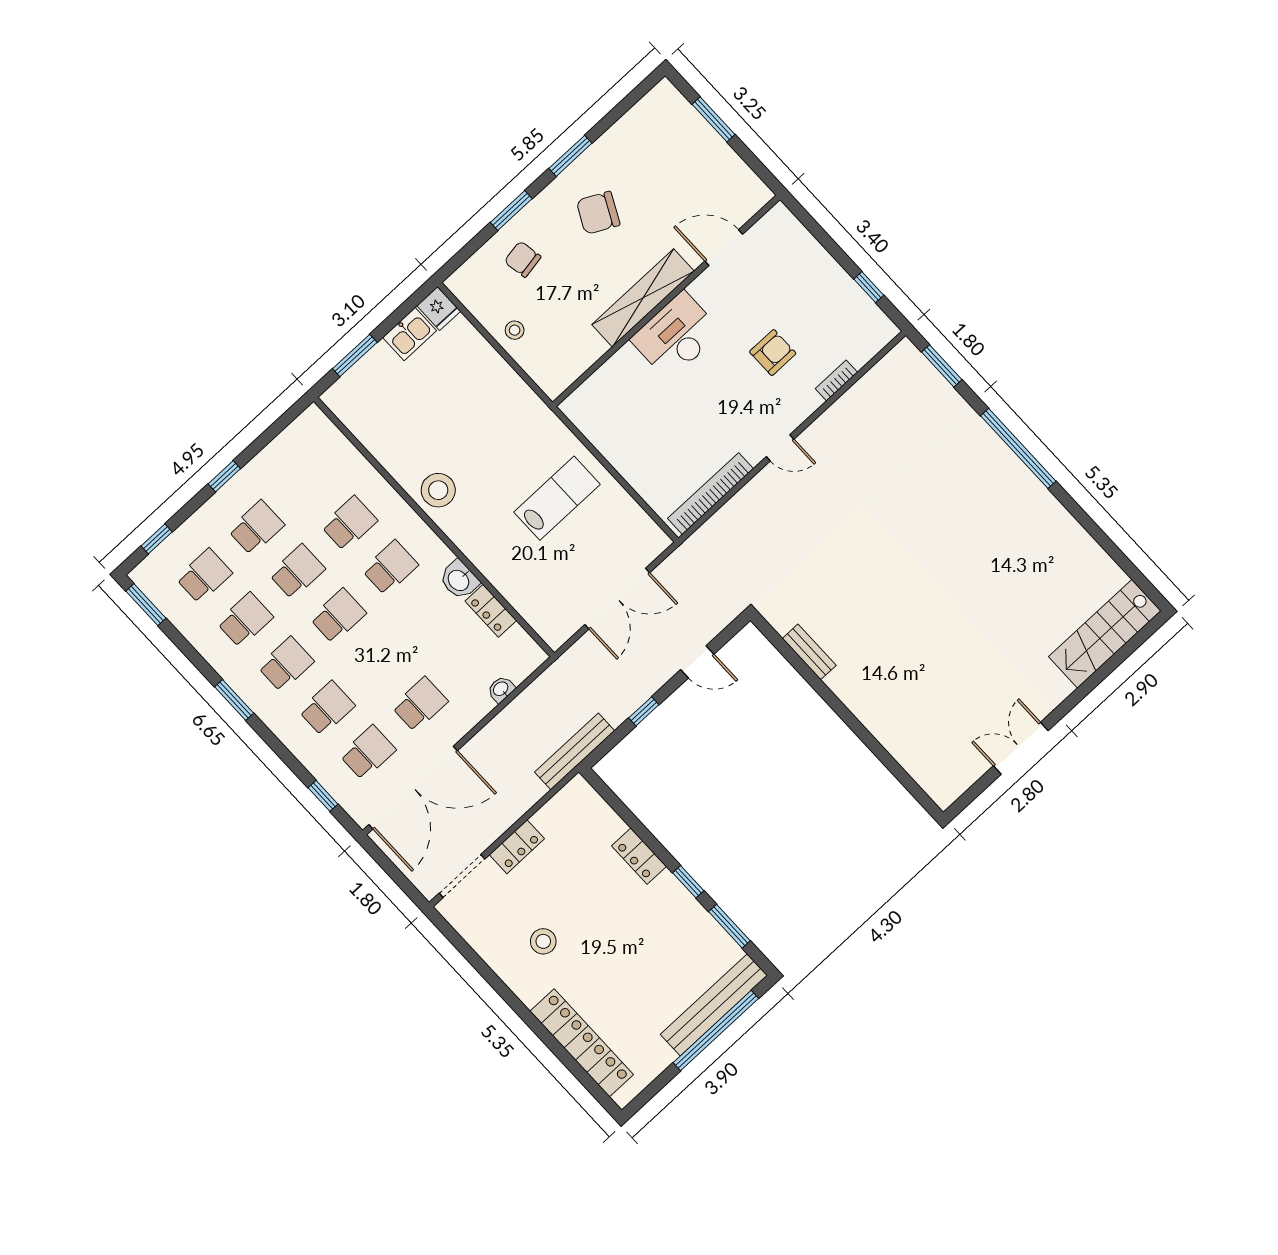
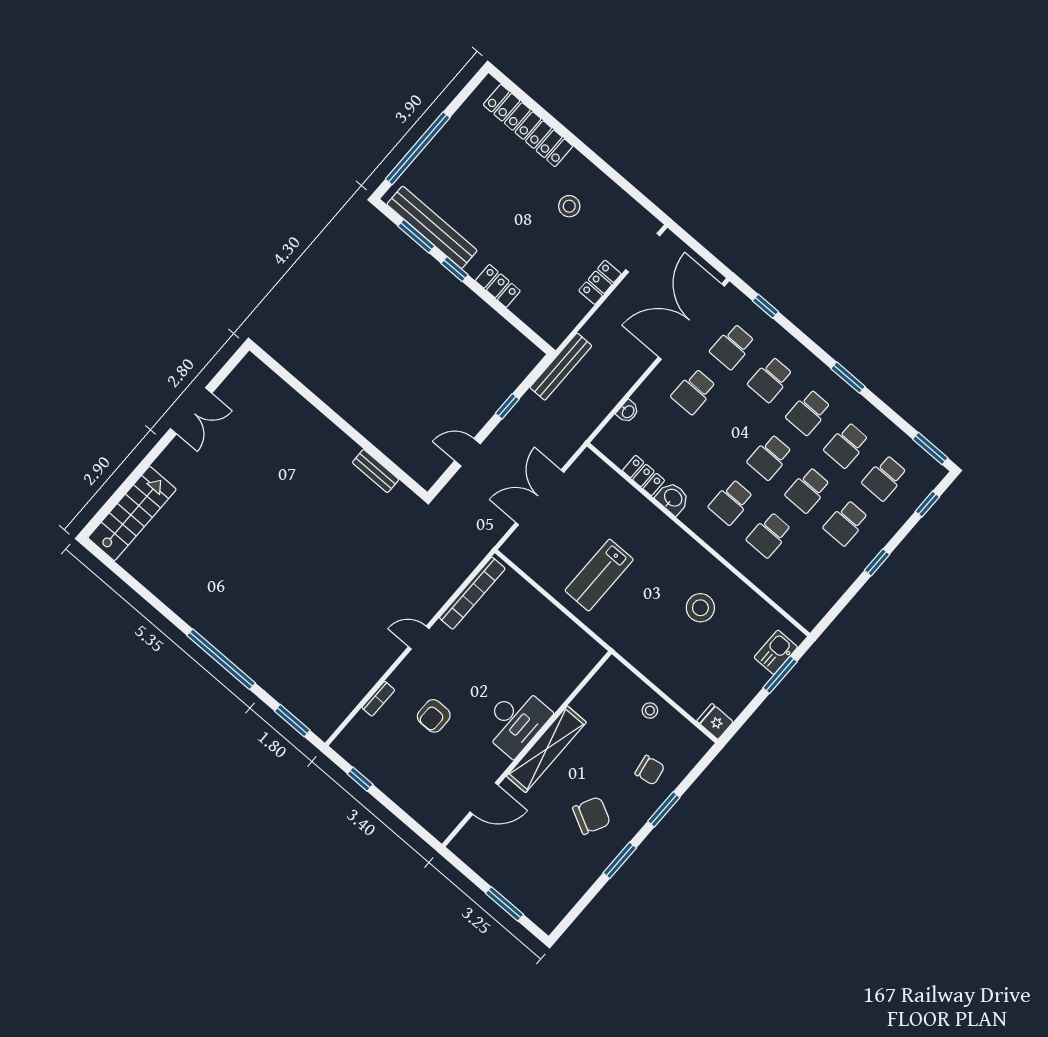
kitchen sink: (410, 334) -> (776, 652), moved
stool: (438, 490) -> (700, 608), moved
bench: (714, 1005) -> (432, 227), moved, turned 90

